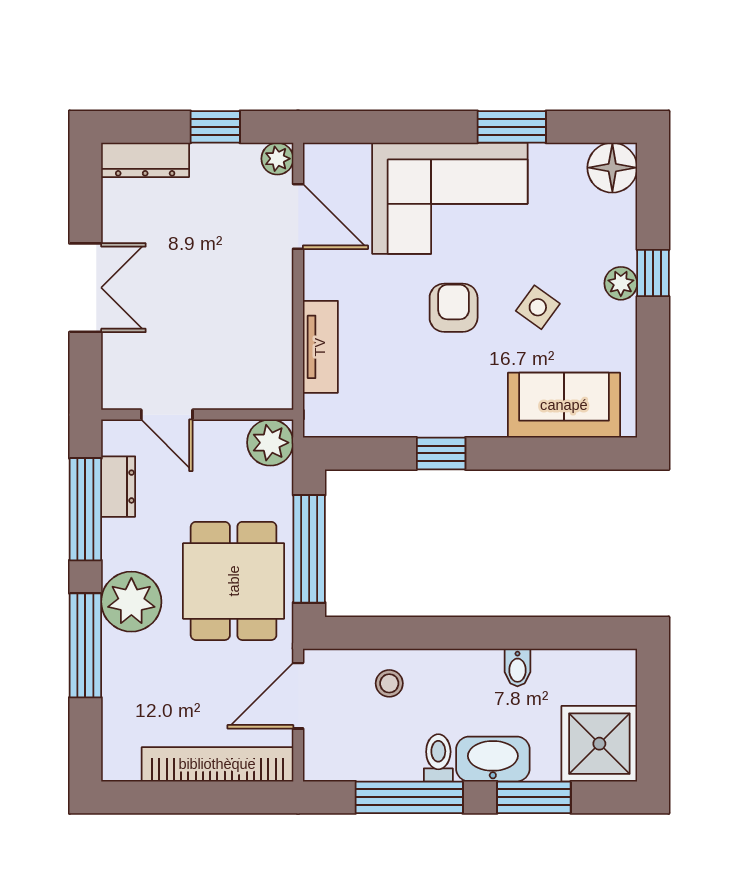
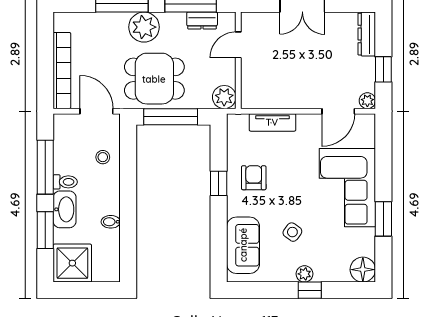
armchair: (454, 308) -> (254, 178), moved, turned -90

